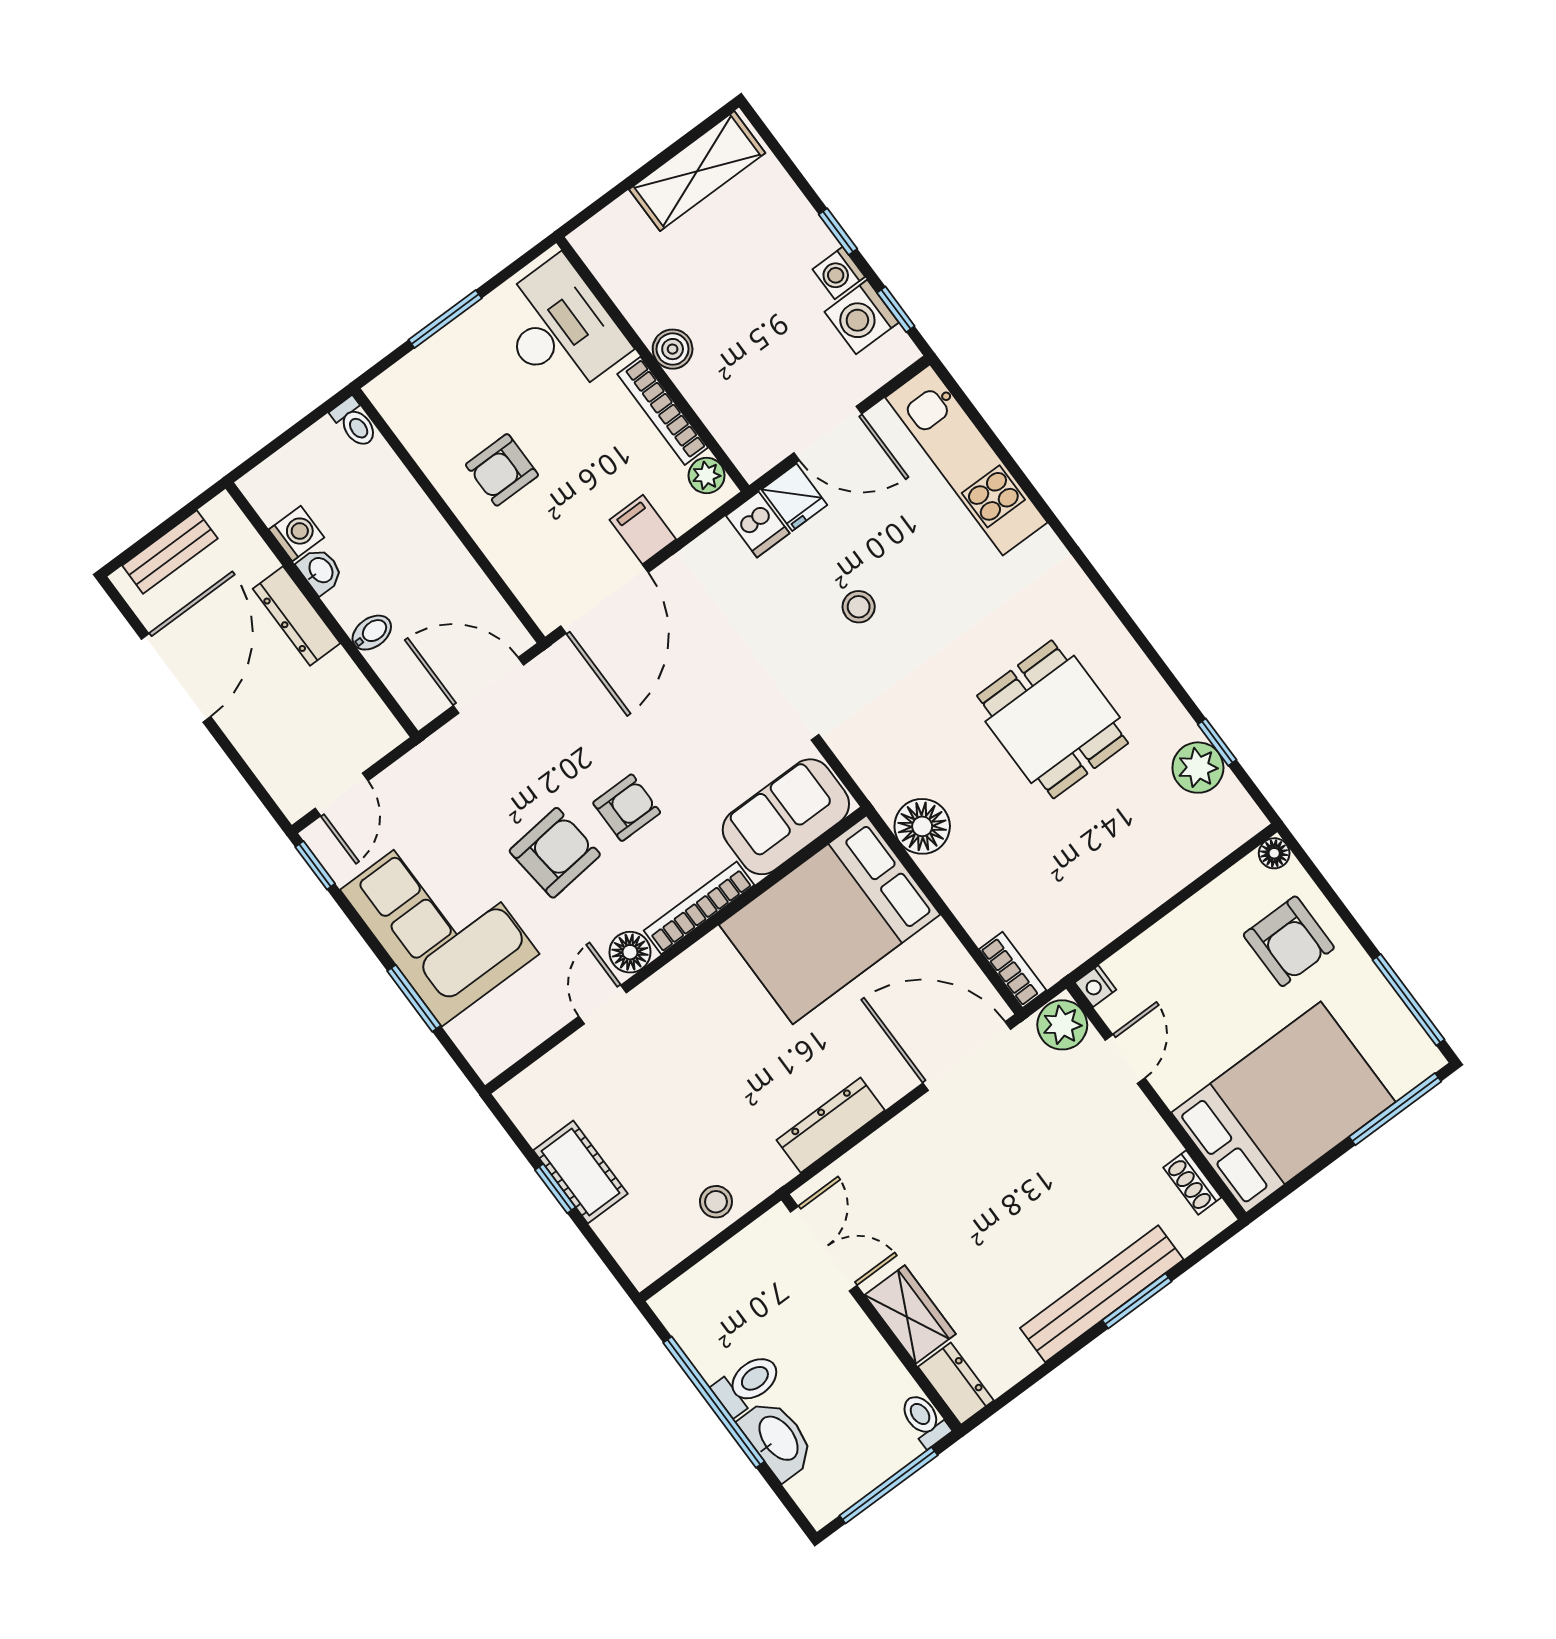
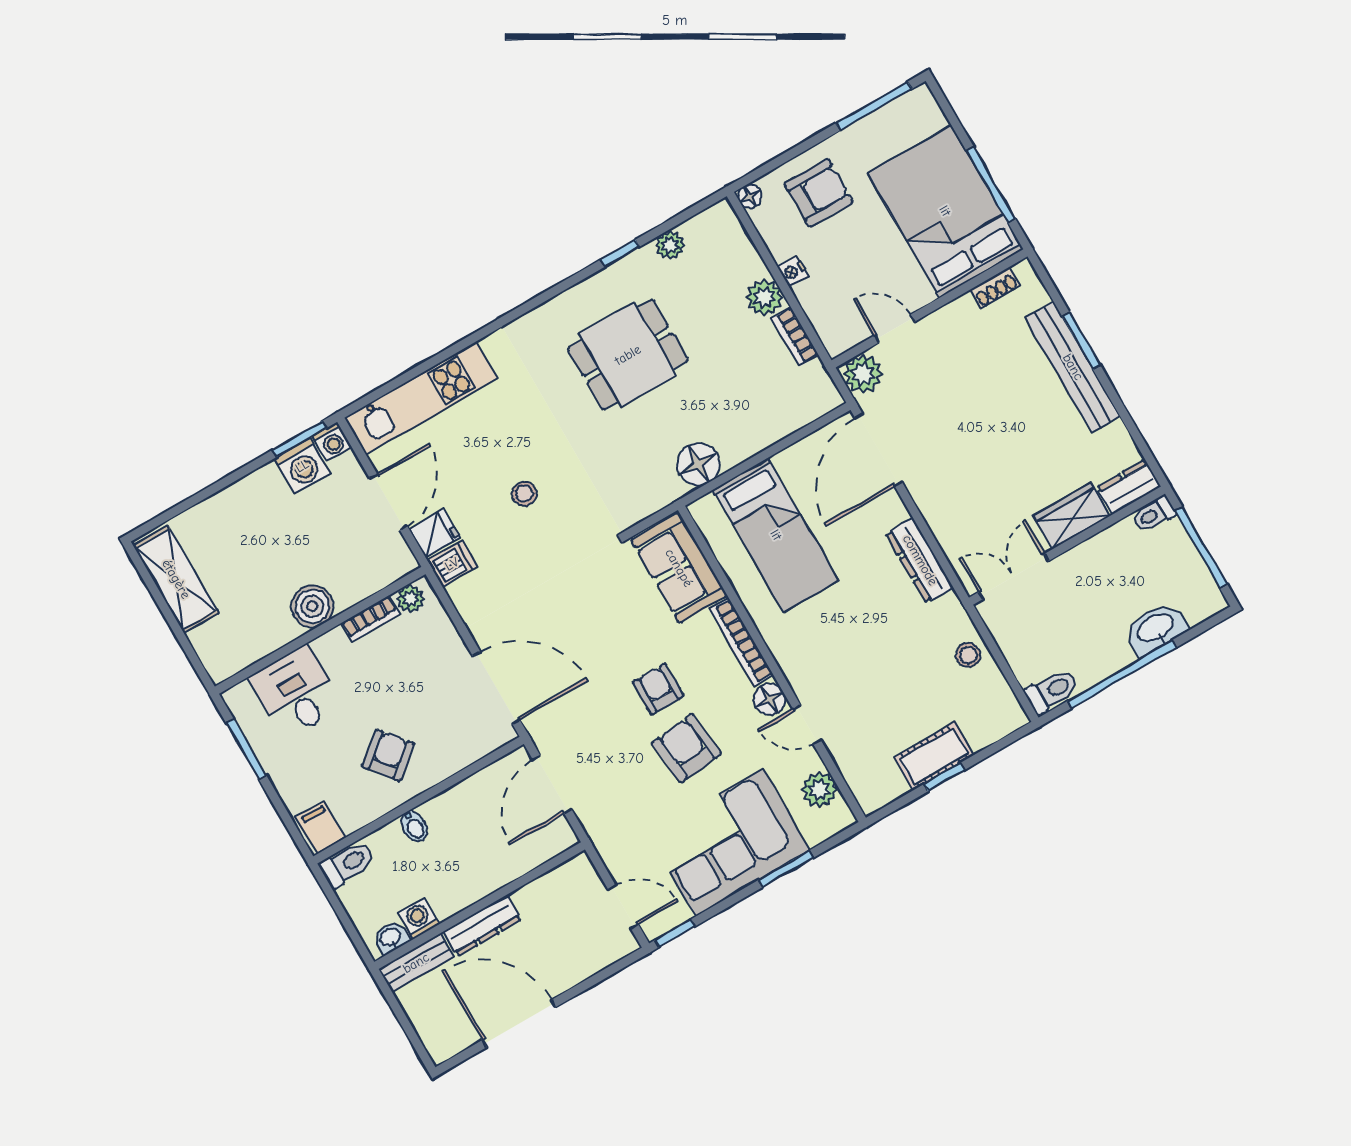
window: (838, 232) -> (235, 477), removed
washing machine: (839, 273) -> (332, 442), moved
window: (896, 309) -> (299, 439), width x1.50
window: (445, 319) -> (246, 749), moved
desk: (560, 329) -> (296, 692), width x0.73
boiler: (673, 349) -> (312, 606), width x1.36, depth x1.36
bookcase: (663, 411) -> (370, 619), width x0.64
toilet: (355, 423) -> (347, 864), width x1.37, depth x1.39
armchair: (502, 470) -> (388, 755), turned -129
filing cabinet: (643, 529) -> (321, 827), moved, turned 90
bench: (170, 552) -> (416, 963), moved, turned 90
washbasin: (320, 571) -> (391, 938), moved
bidet: (372, 633) -> (414, 826), moved, turned 180
window: (1217, 742) -> (620, 253), moved
plant: (1198, 768) -> (670, 245), width x0.73, depth x0.73
plant: (1146, 887) -> (764, 297), added
bed: (830, 920) -> (776, 535), width x0.67
bookcase: (1013, 970) -> (795, 336), moved, turned -90
nightstand: (1096, 986) -> (793, 271), moved, turned 90
plant: (521, 1030) -> (820, 790), added
window: (1395, 1109) -> (991, 185), moved
toilet: (748, 1384) -> (1052, 691), moved, turned 90

